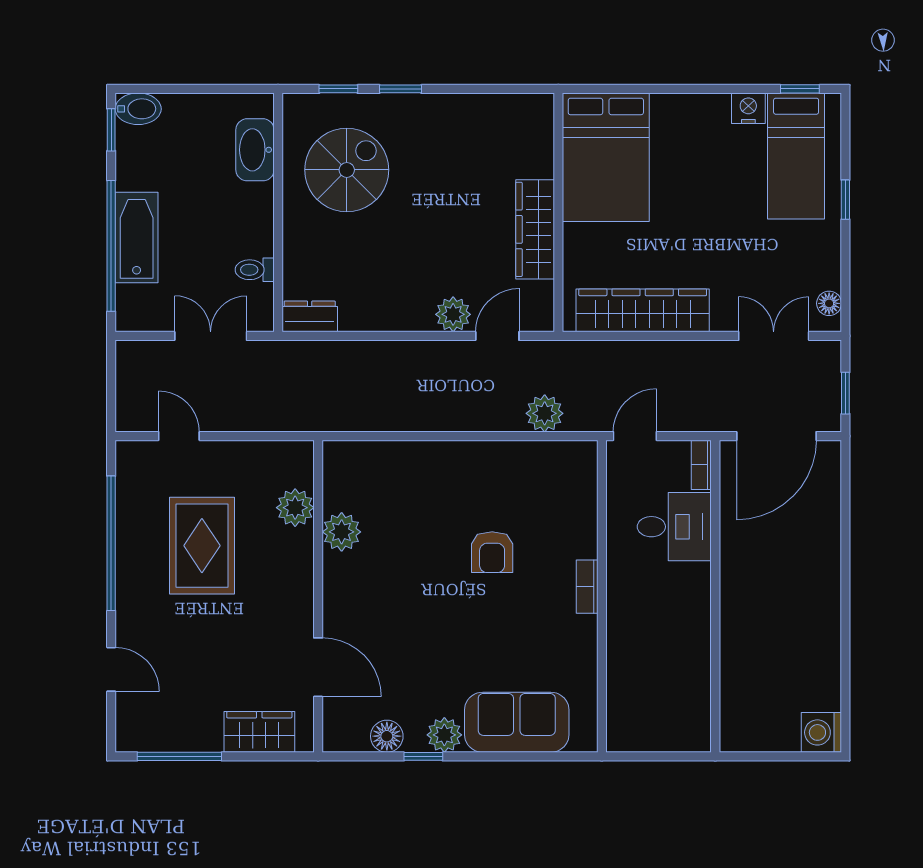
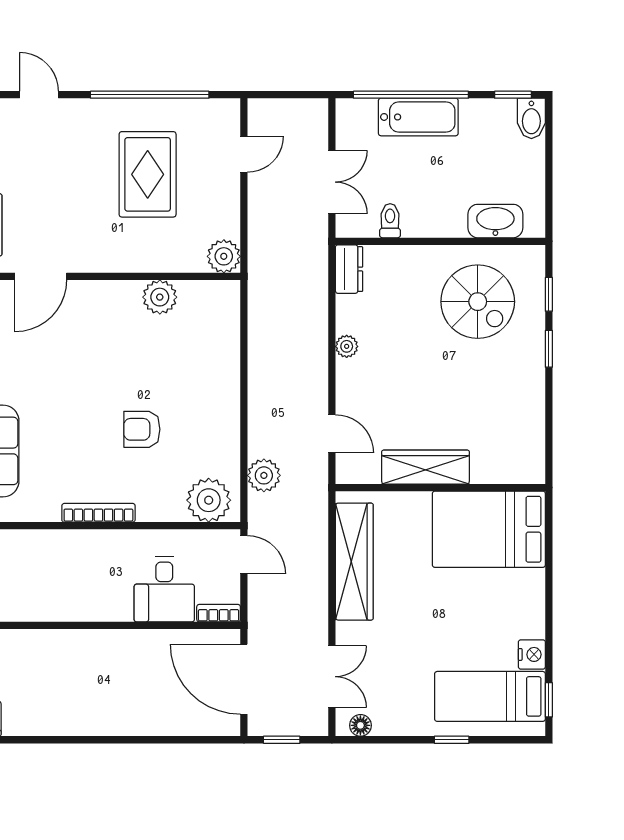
plant: (453, 314) -> (347, 346), moved, width x0.73, depth x0.73
plant: (573, 476) -> (209, 500), added
plant: (295, 508) -> (224, 256), moved
rug: (202, 546) -> (148, 174), turned 90
bookcase: (587, 587) -> (98, 513), width x1.56
door: (111, 669) -> (39, 95), swing flipped

